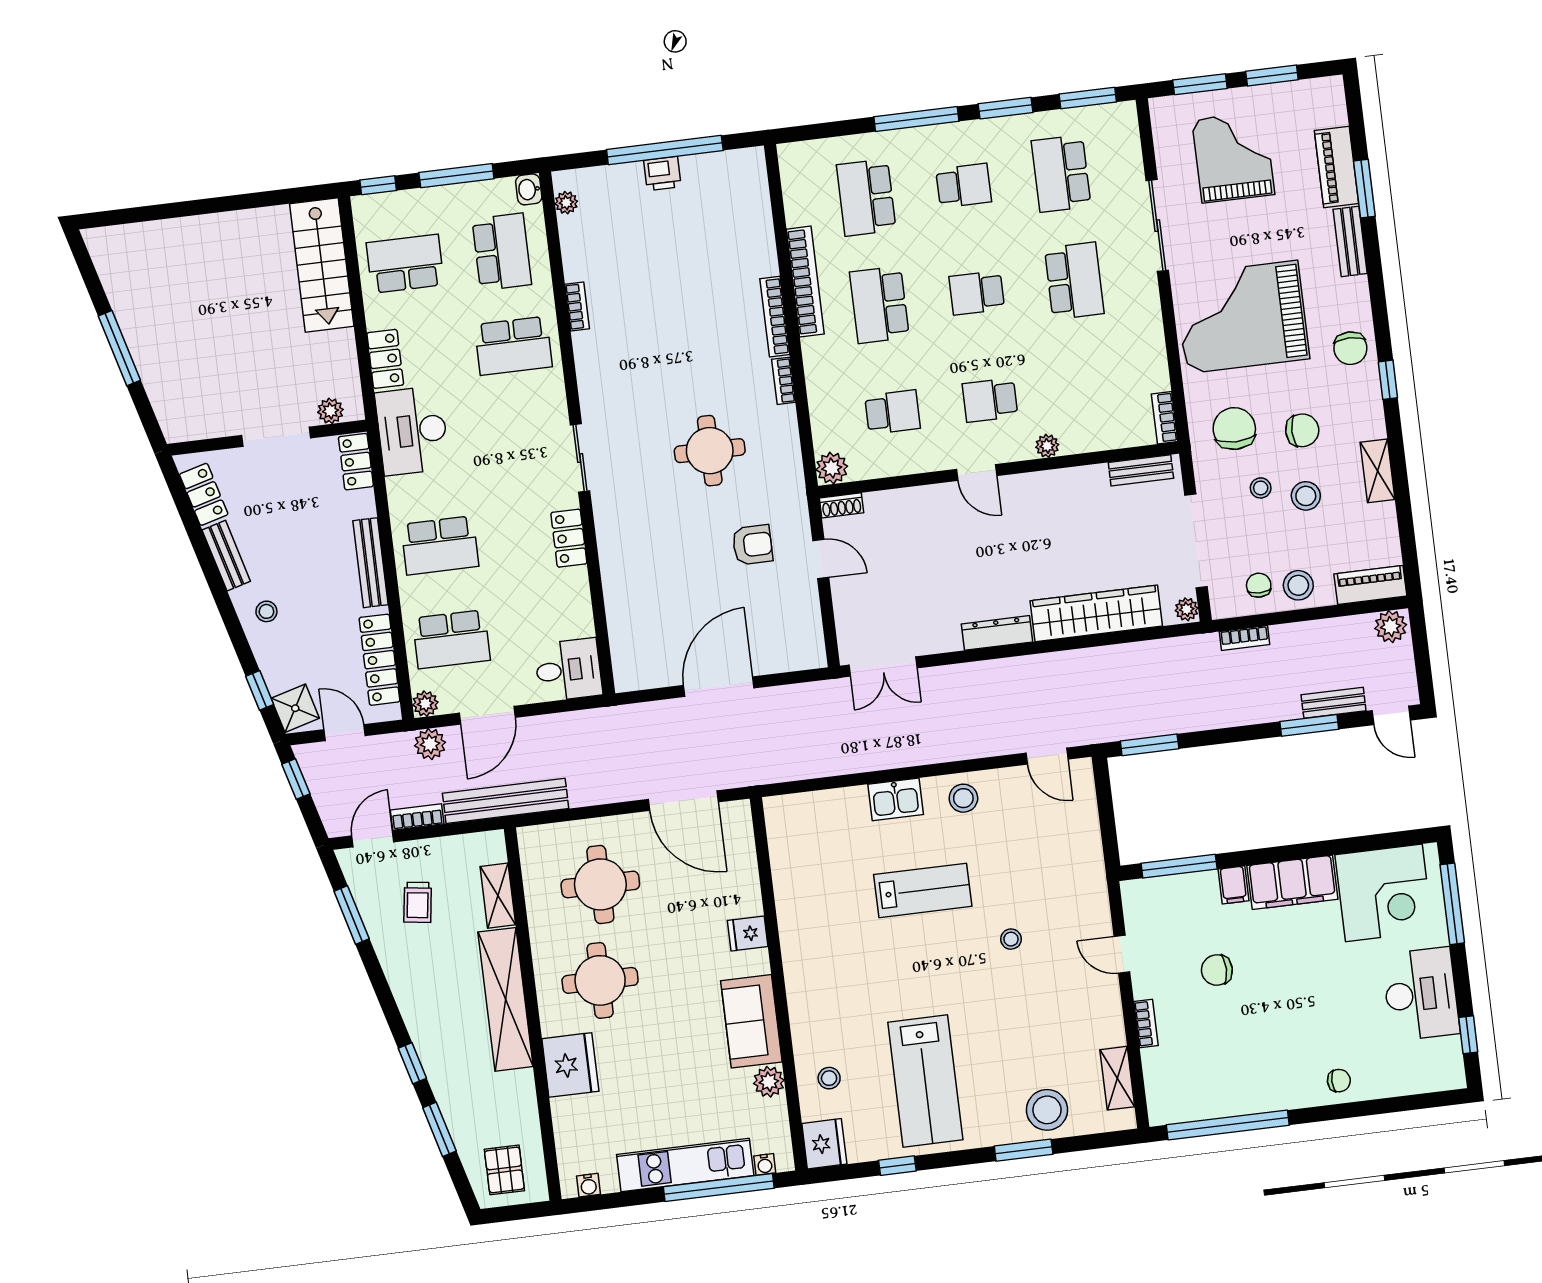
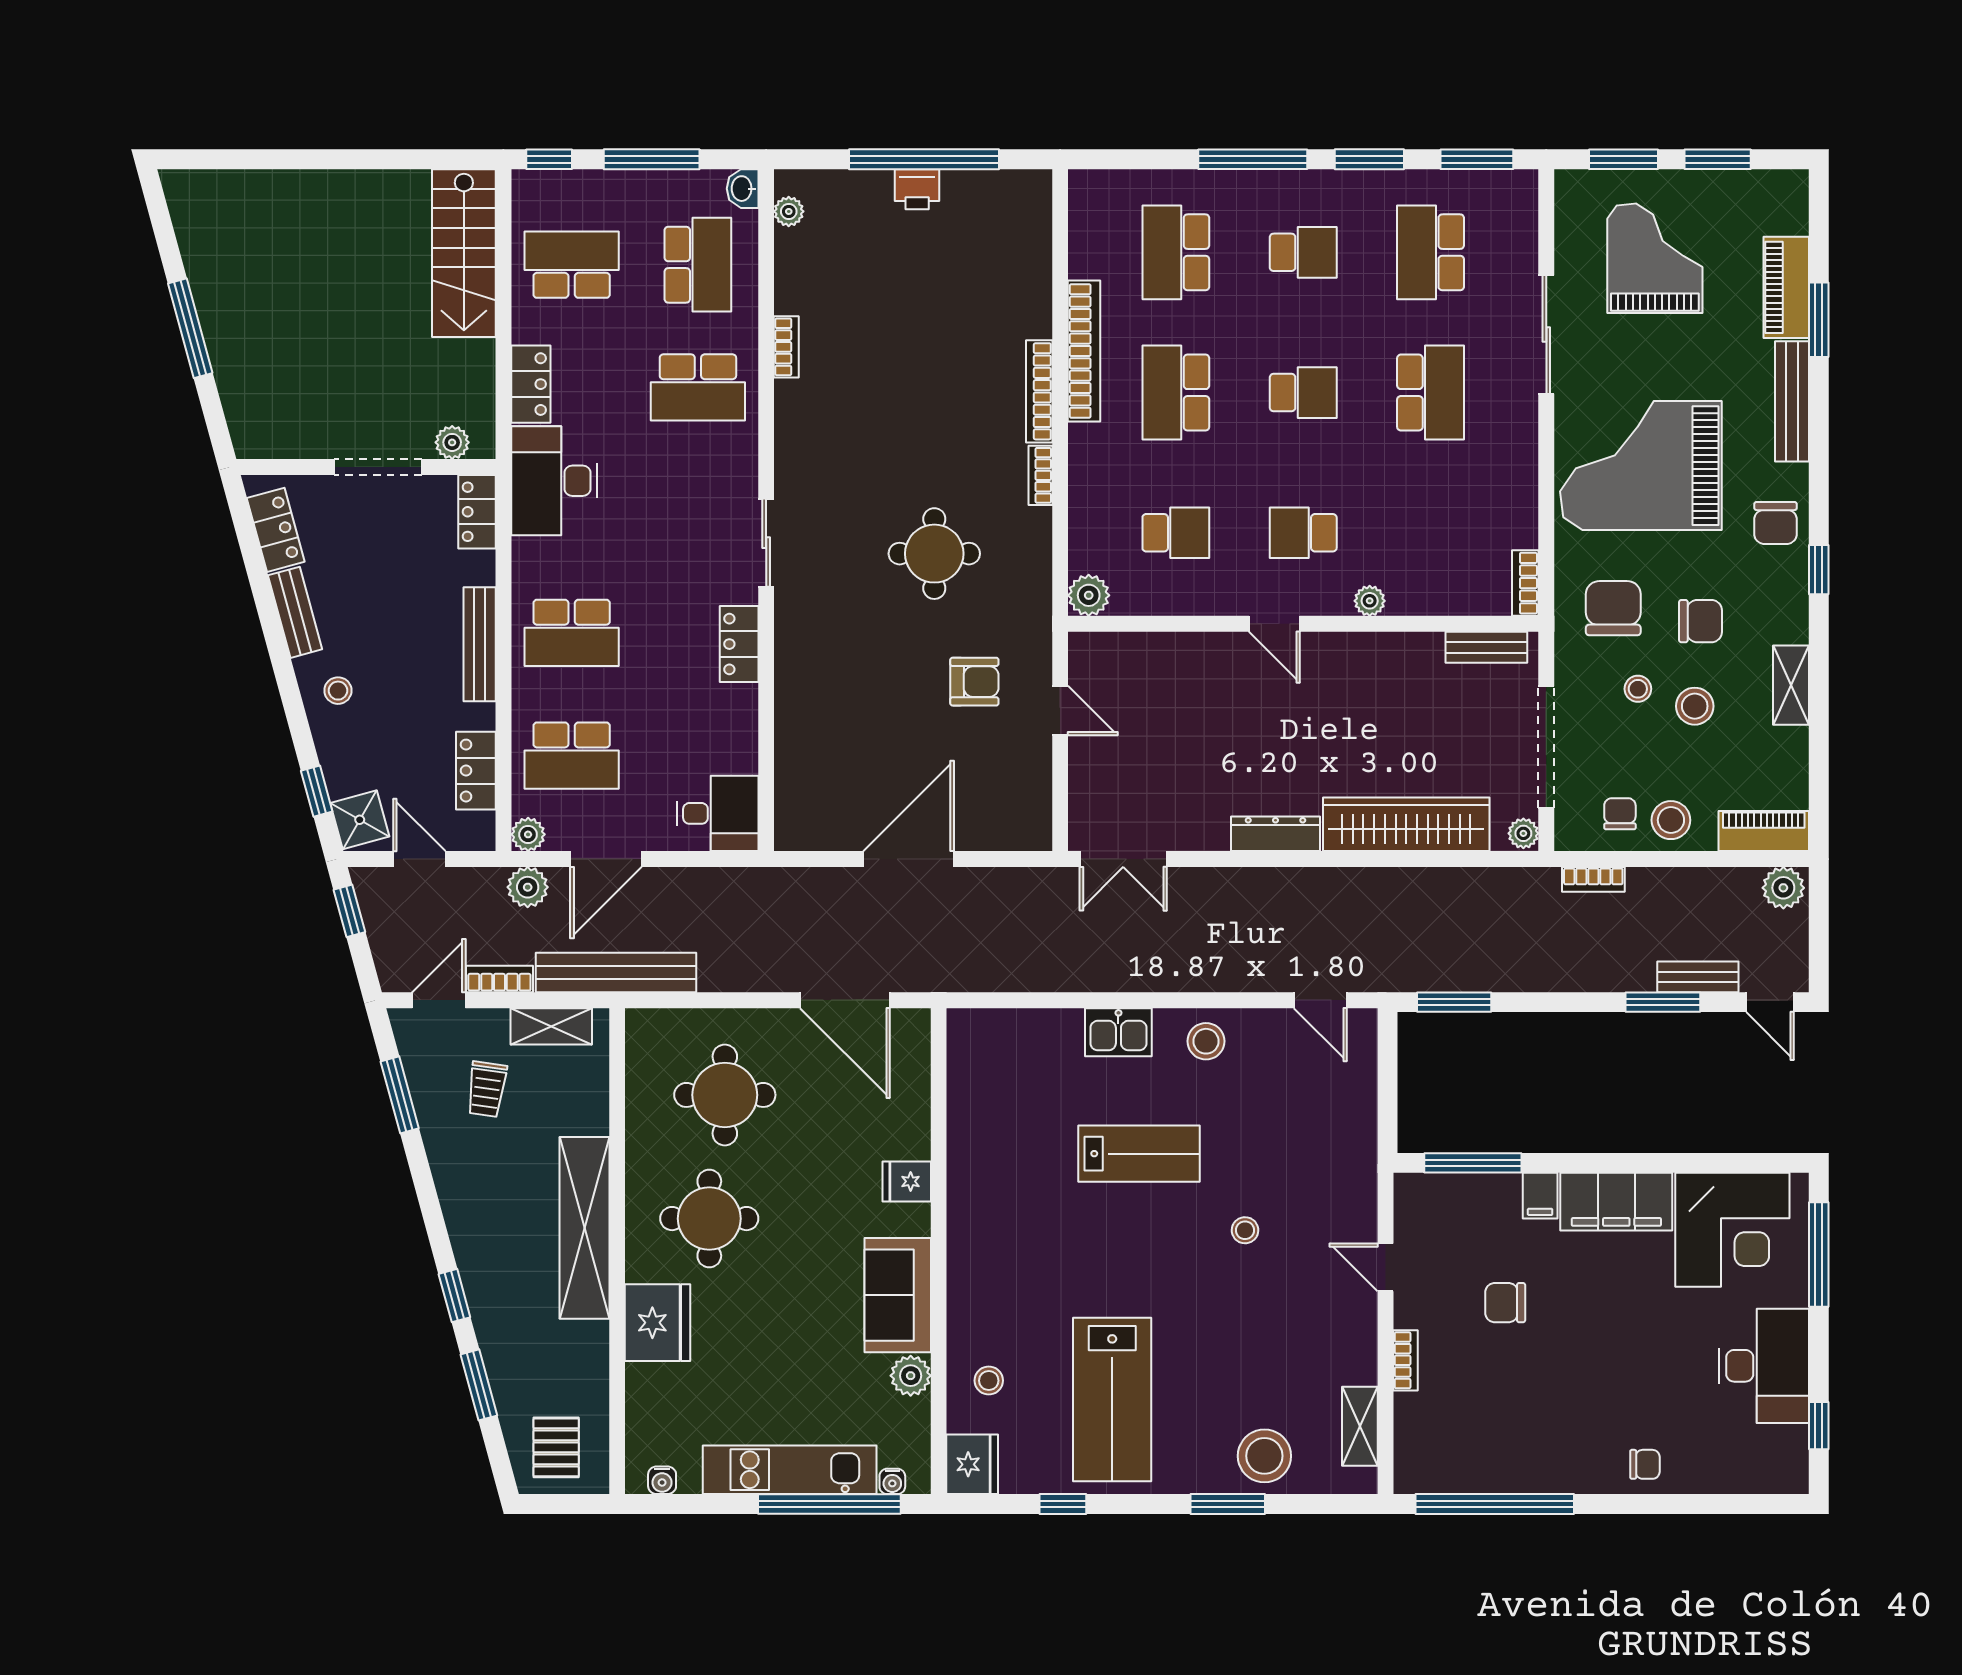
bench: (1350, 241) -> (1792, 401), width x1.36
school desk: (977, 293) -> (1303, 393), turned 180
shoe rack: (841, 505) -> (1095, 645), removed
locker: (379, 660) -> (476, 771), width x0.66
shelving: (498, 896) -> (551, 1026), moved, turned 90

